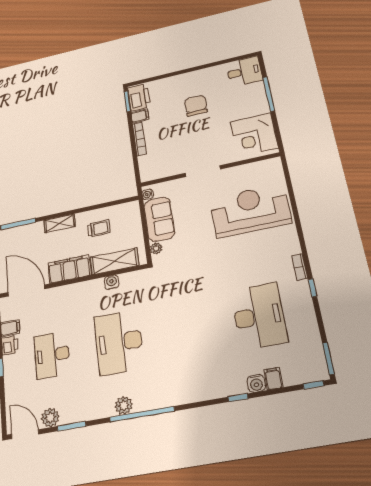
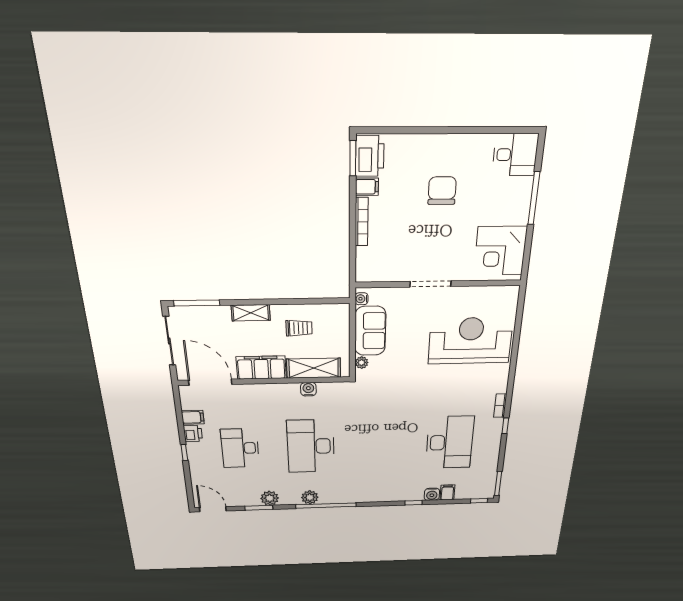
plant: (50, 418) -> (270, 498), moved

